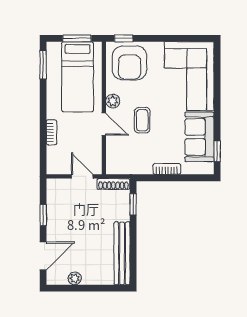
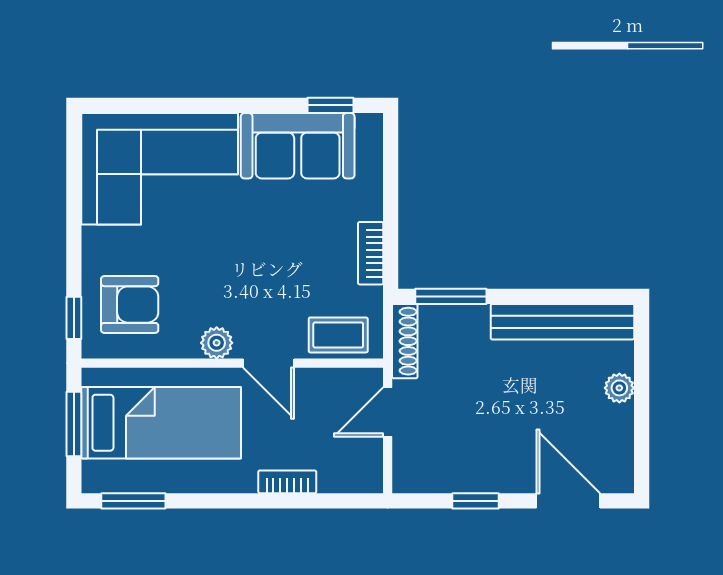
armchair: (130, 63) -> (130, 305), width x0.73, depth x0.73
coffee table: (142, 120) -> (338, 335), moved
door: (104, 124) -> (269, 363), swing flipped
bookcase: (167, 169) -> (371, 253), moved
window: (133, 204) -> (451, 296), width x1.50
plant: (75, 278) -> (619, 388), moved

